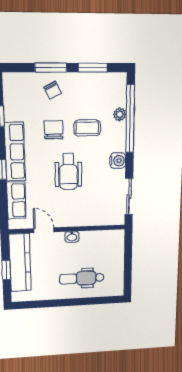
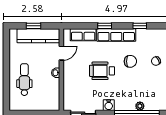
coffee table: (87, 128) -> (131, 84), removed

